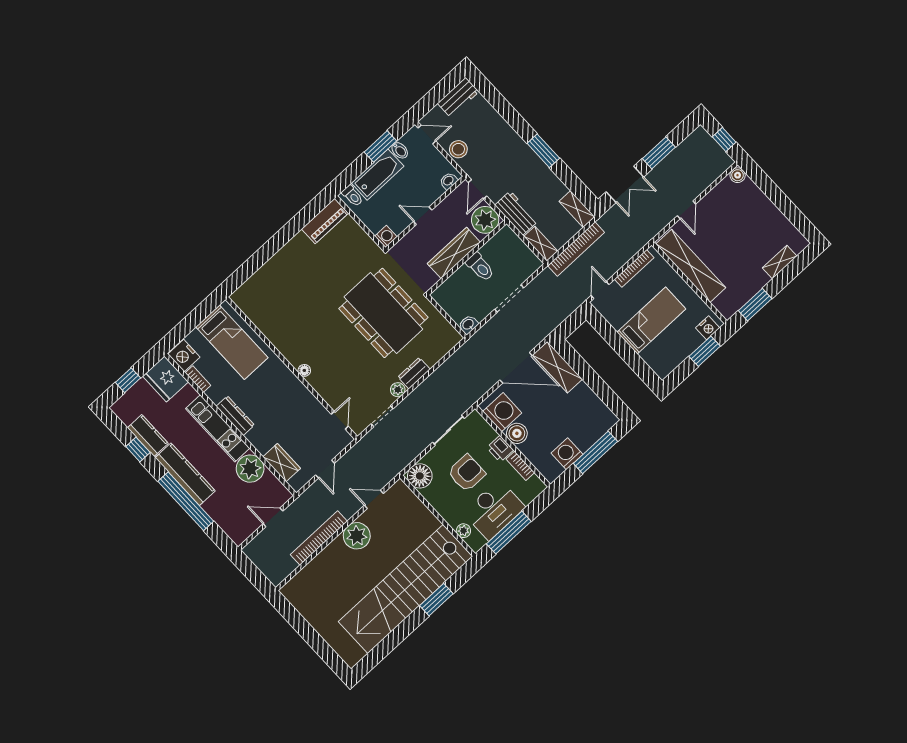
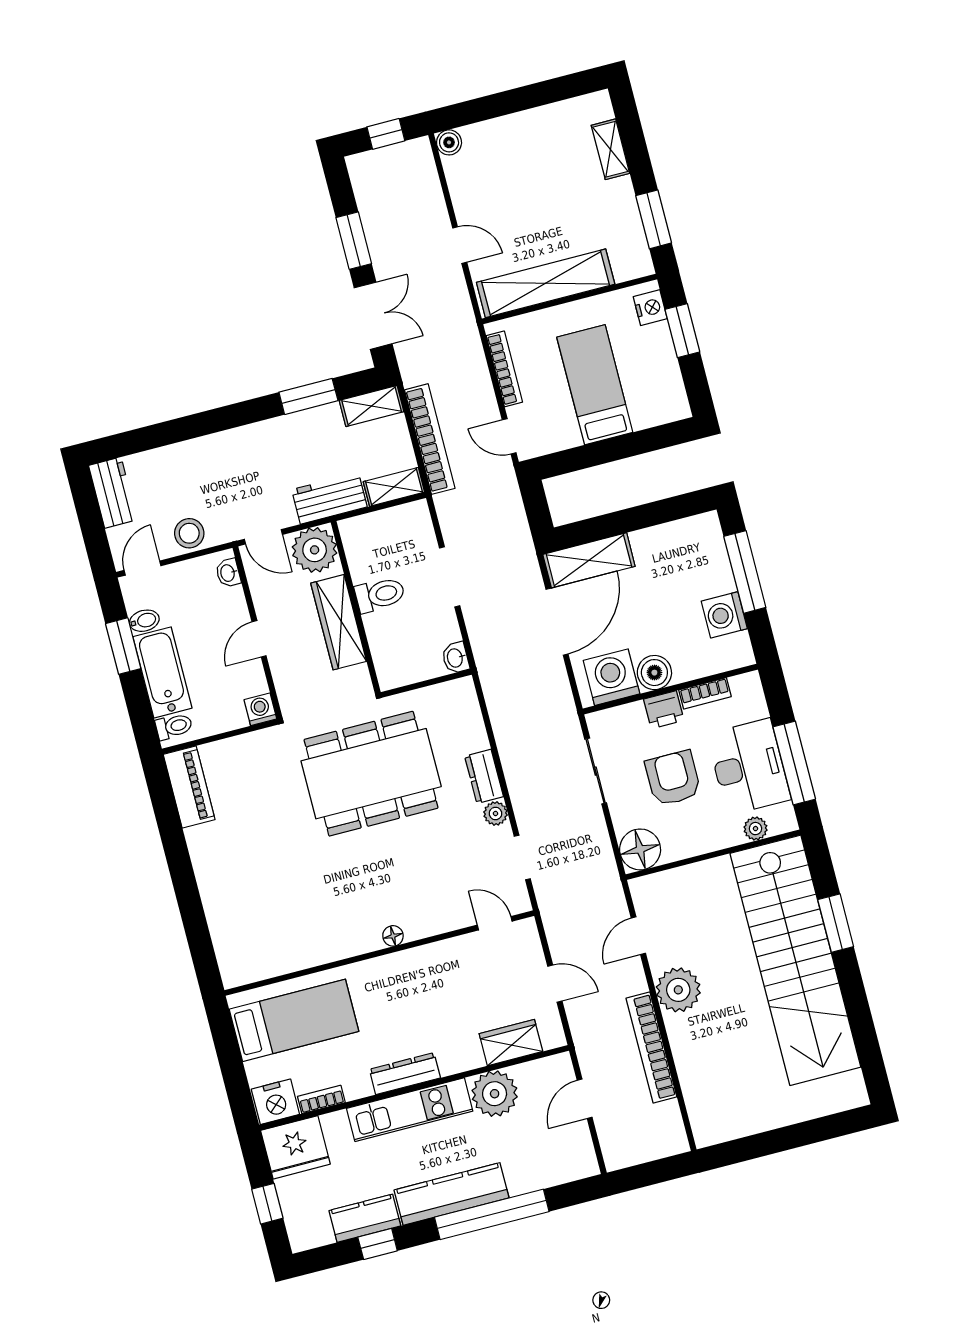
window: (543, 151) -> (308, 396), moved

